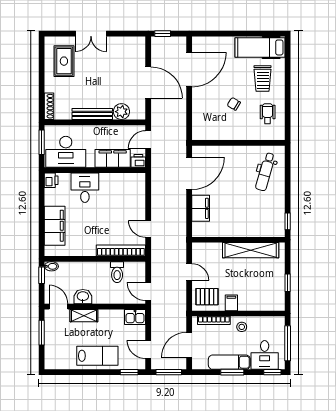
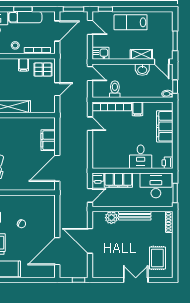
filing cabinet: (89, 248) -> (137, 109), added
door: (189, 272) -> (57, 89), swing flipped

